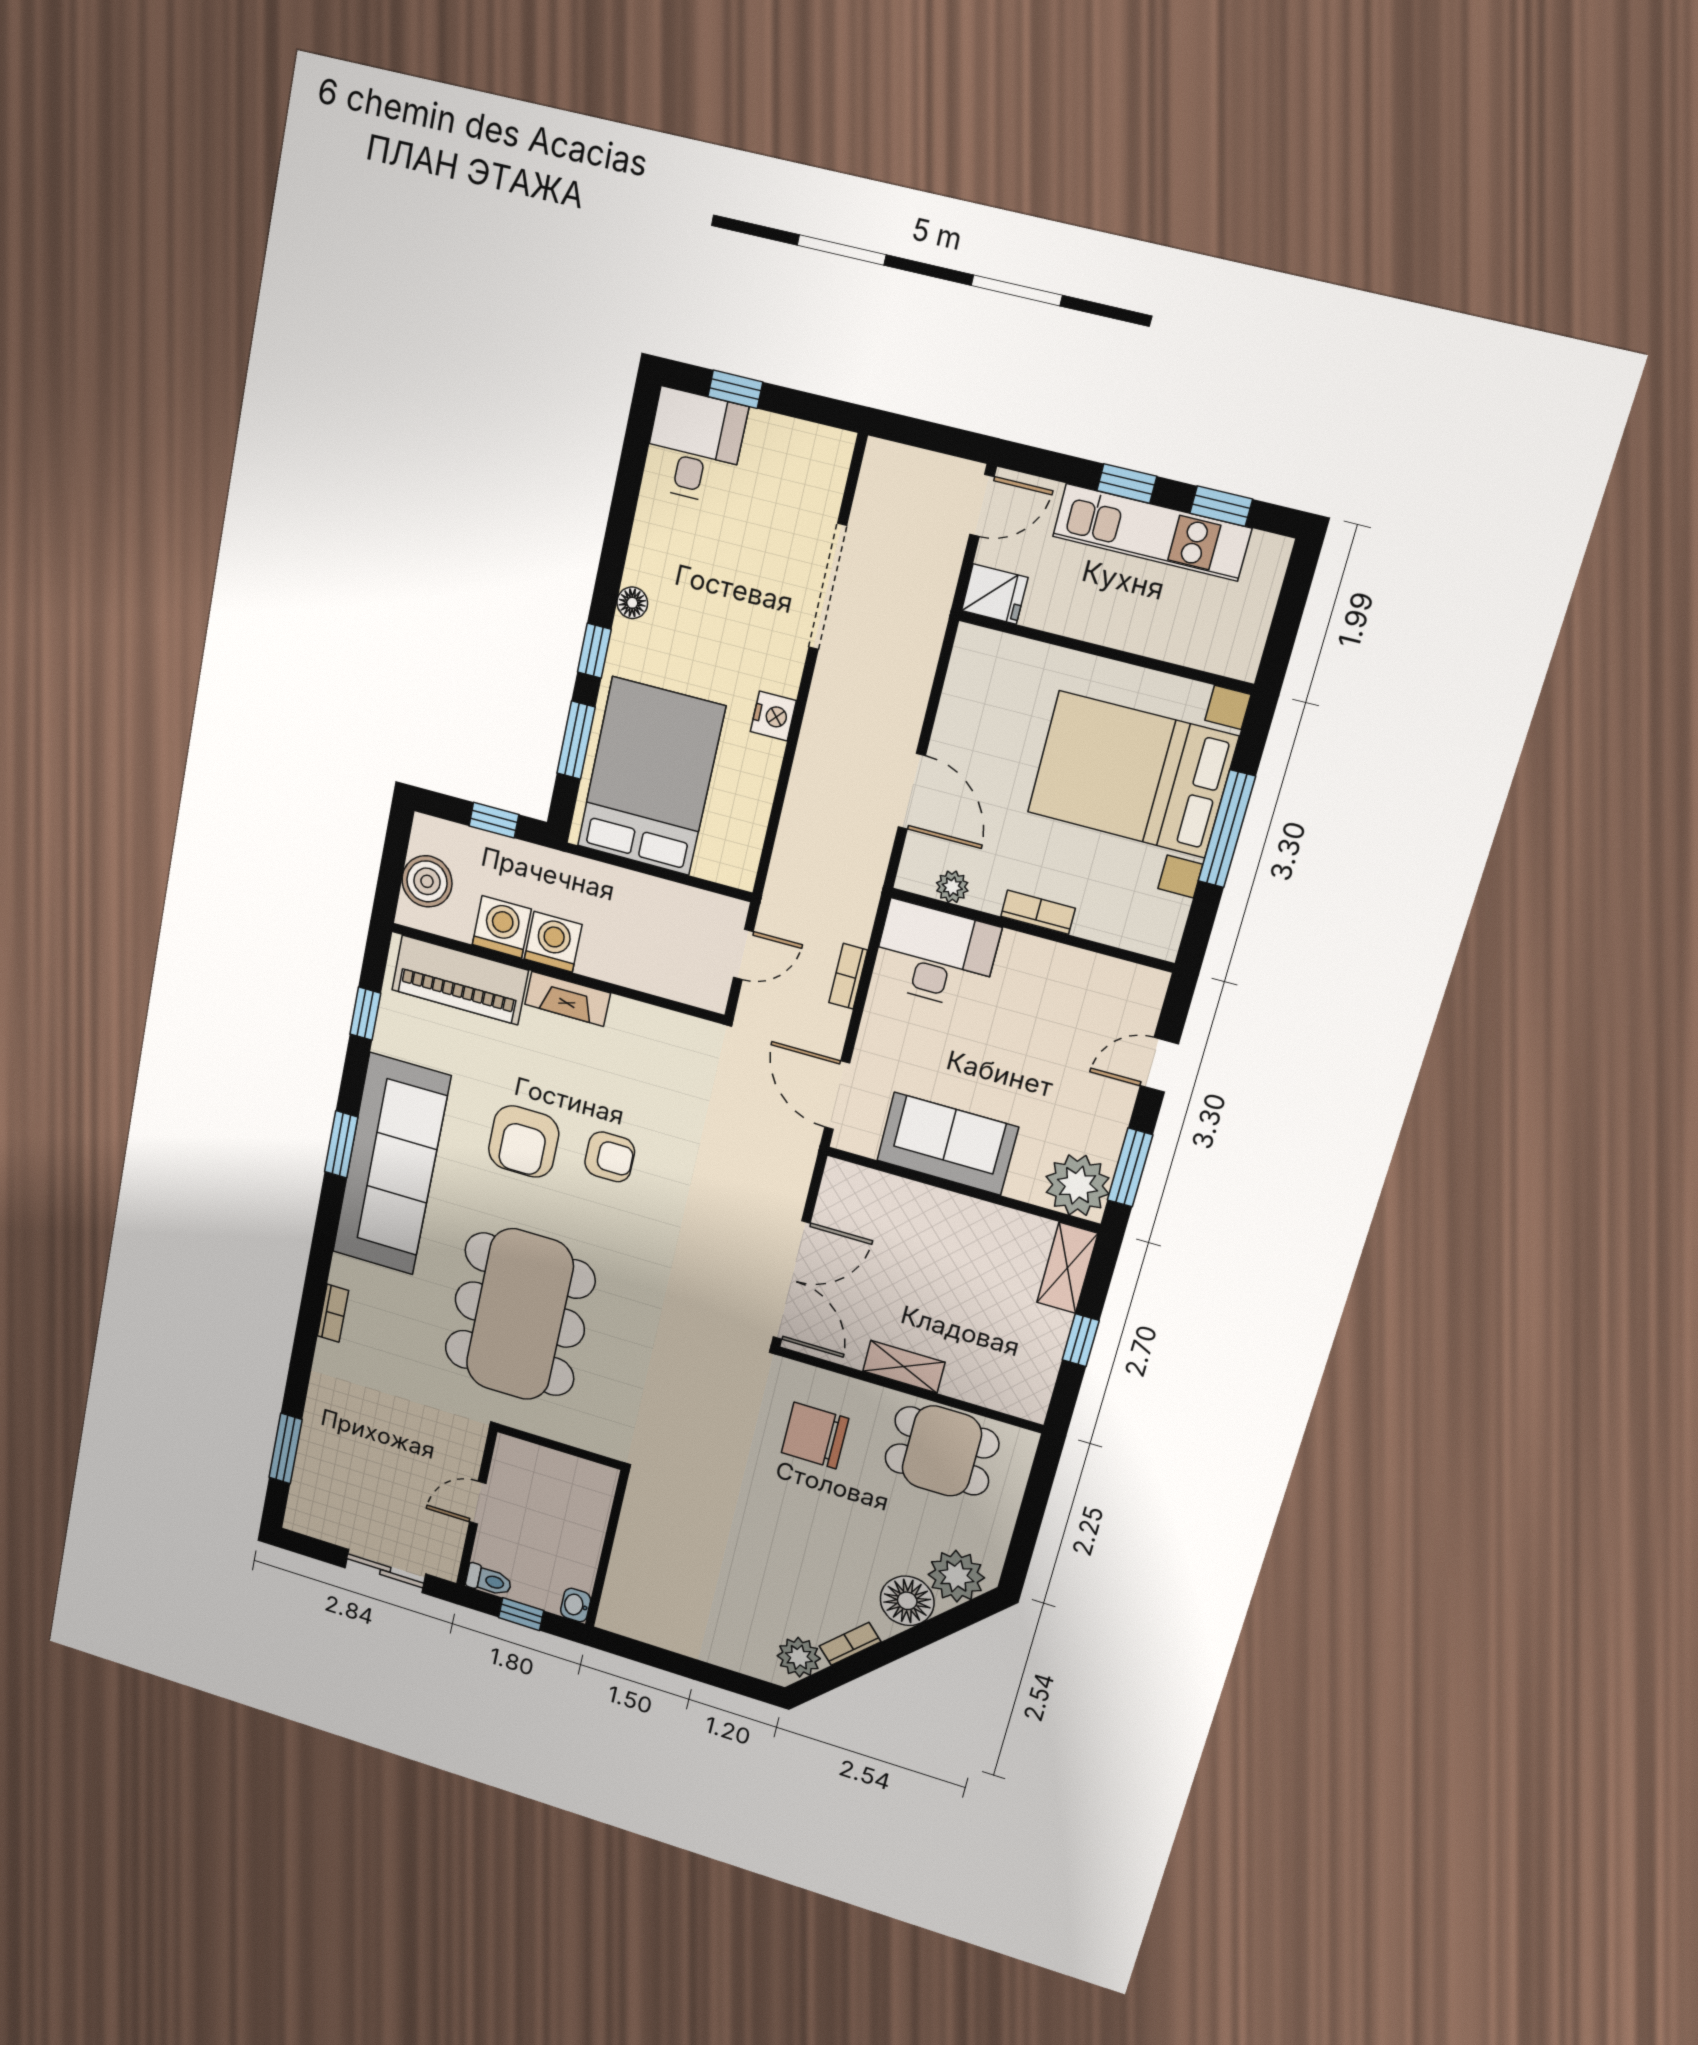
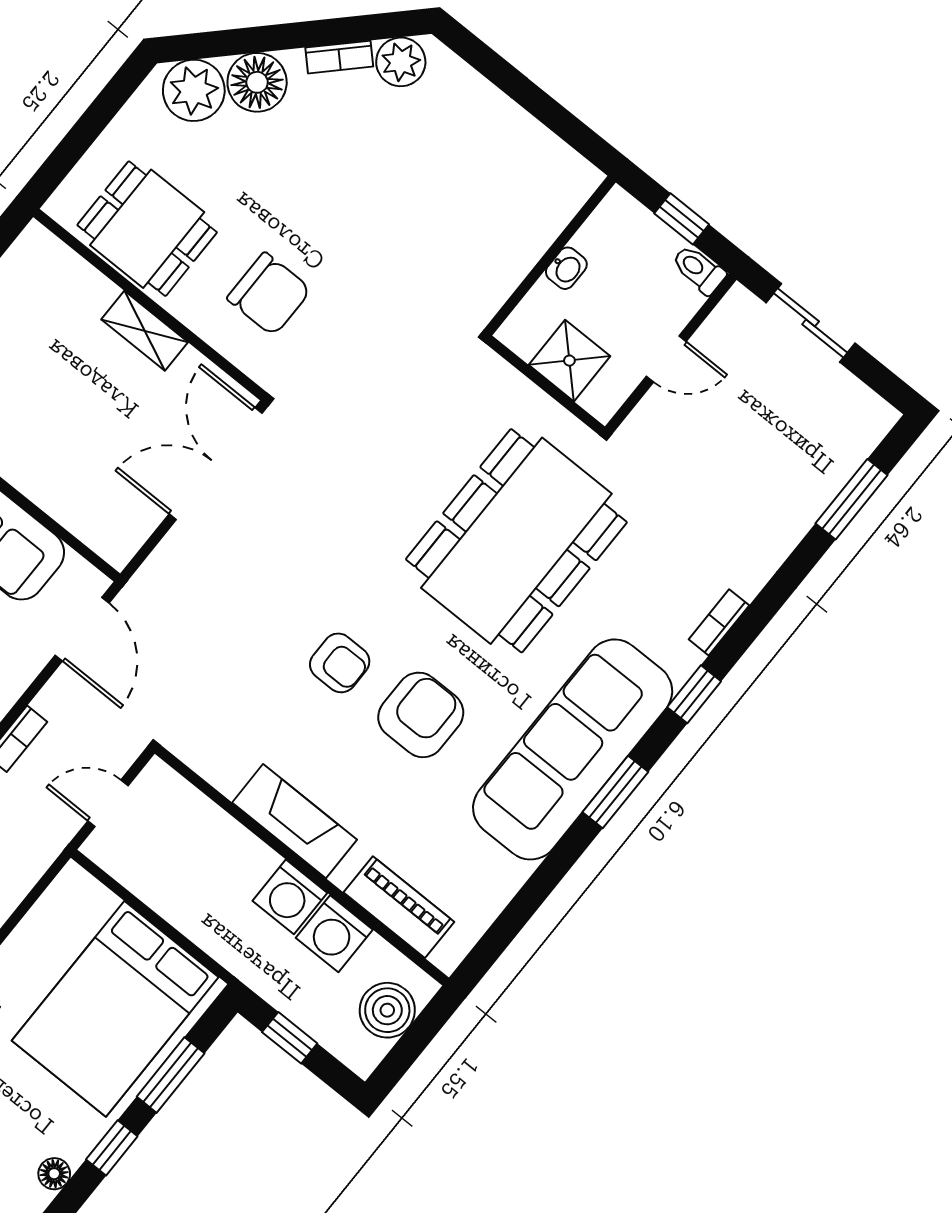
piano: (460, 980) -> (399, 907), width x0.73, depth x0.75
fireplace: (568, 999) -> (295, 821), width x1.37, depth x1.32
window: (365, 1014) -> (694, 694), moved
armchair: (610, 1157) -> (340, 663), turned 180
shower: (551, 1473) -> (569, 361), added
washbasin: (576, 1605) -> (566, 268), moved

